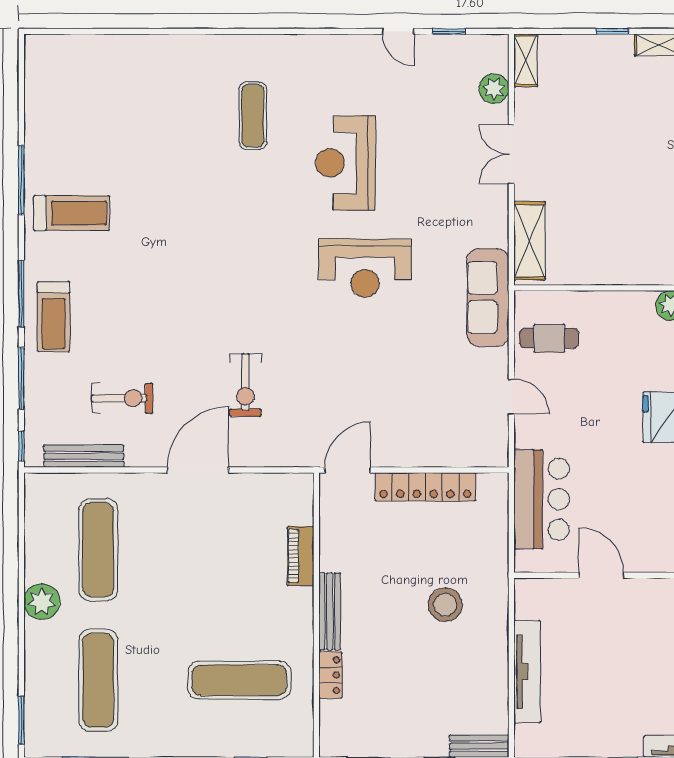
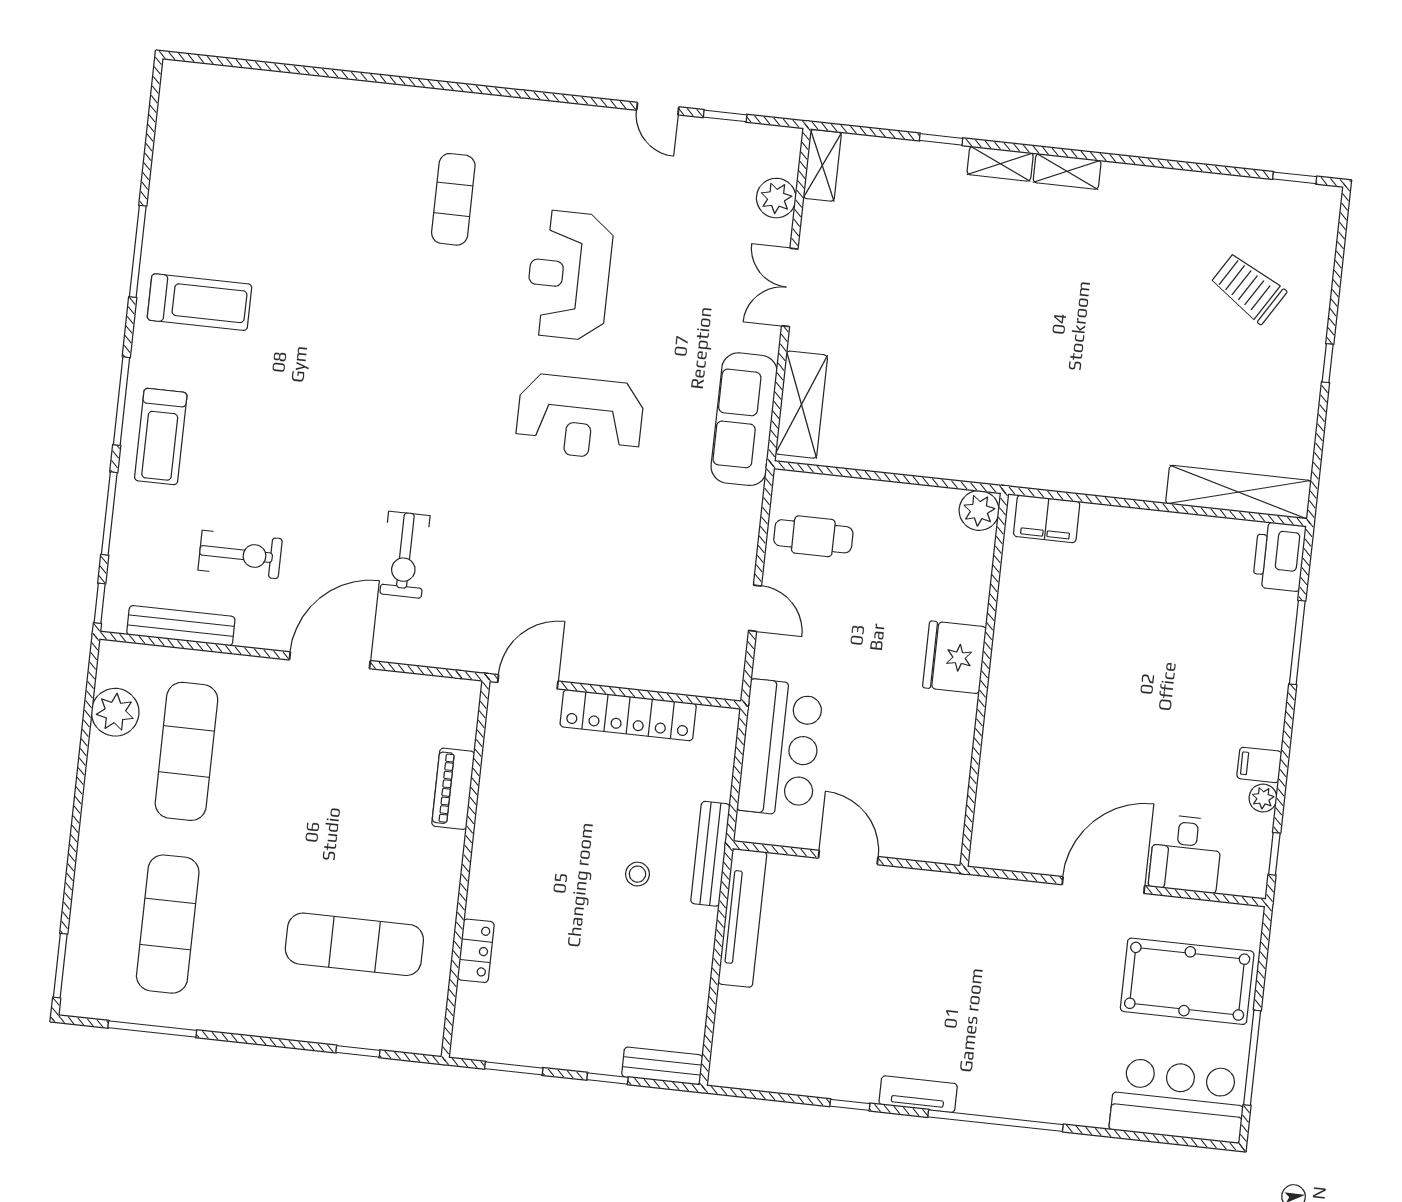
sofa: (488, 297) -> (744, 419), moved
plant: (42, 602) -> (115, 712), moved
stool: (445, 605) -> (637, 874), width x0.53, depth x0.53
bench: (330, 611) -> (710, 854), moved
tv unit: (527, 672) -> (742, 918), moved

